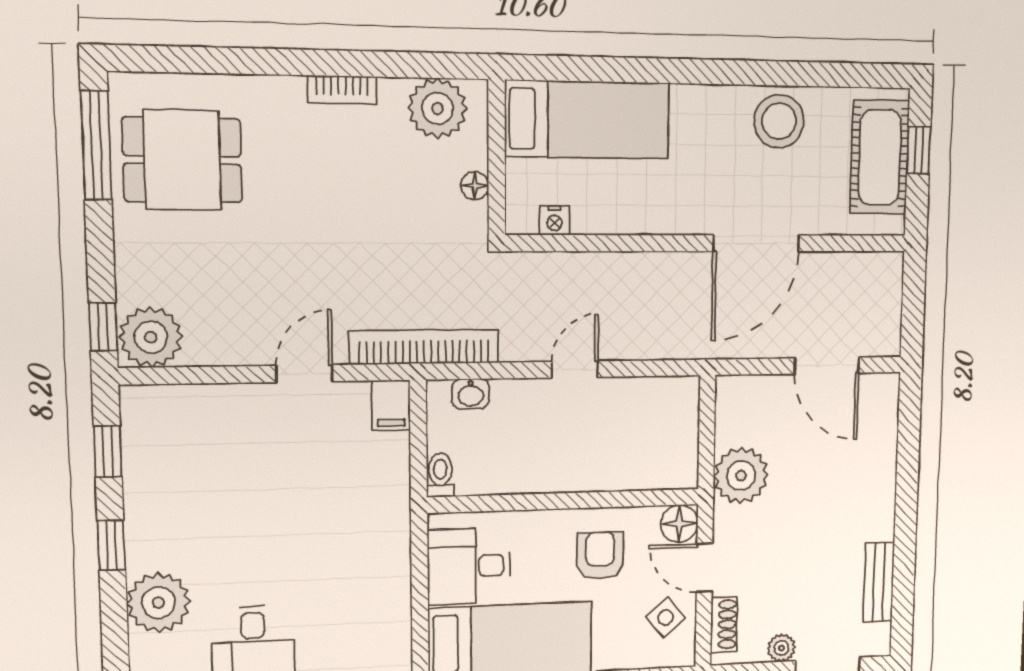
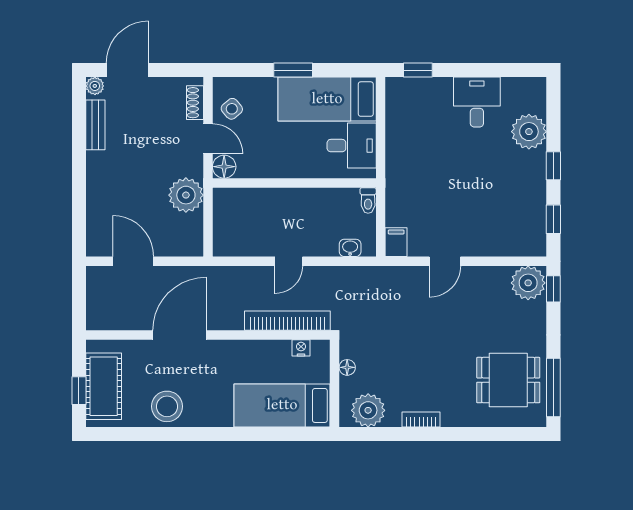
bookcase: (424, 347) -> (287, 321), moved, turned 180
armchair: (600, 556) -> (273, 149), removed
plant: (781, 648) -> (95, 86), moved

